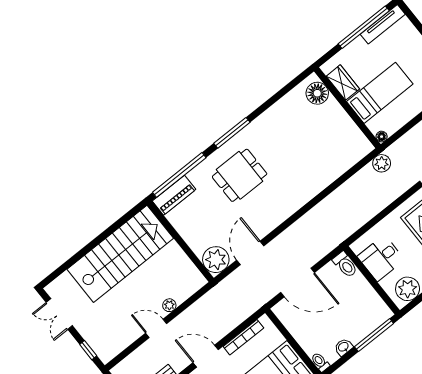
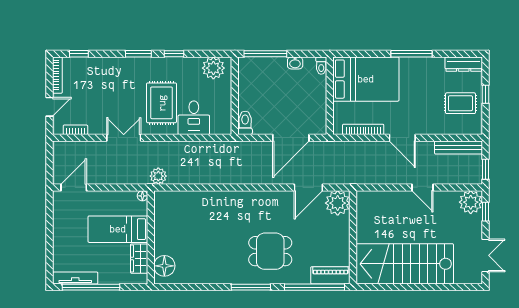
desk: (381, 258) -> (194, 118), moved, turned 90
door: (298, 283) -> (291, 138), swing flipped
plant: (169, 305) -> (471, 202), moved, width x1.88, depth x1.88

